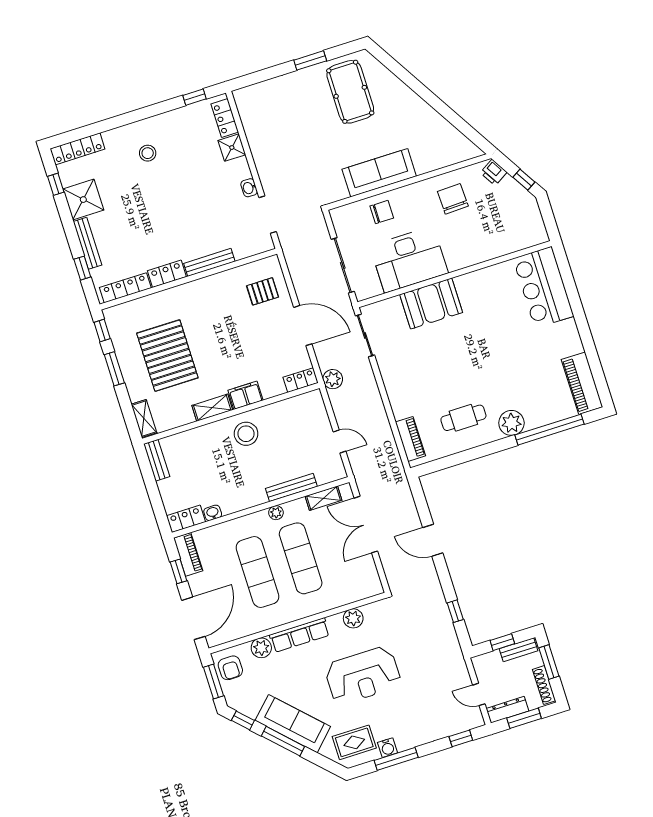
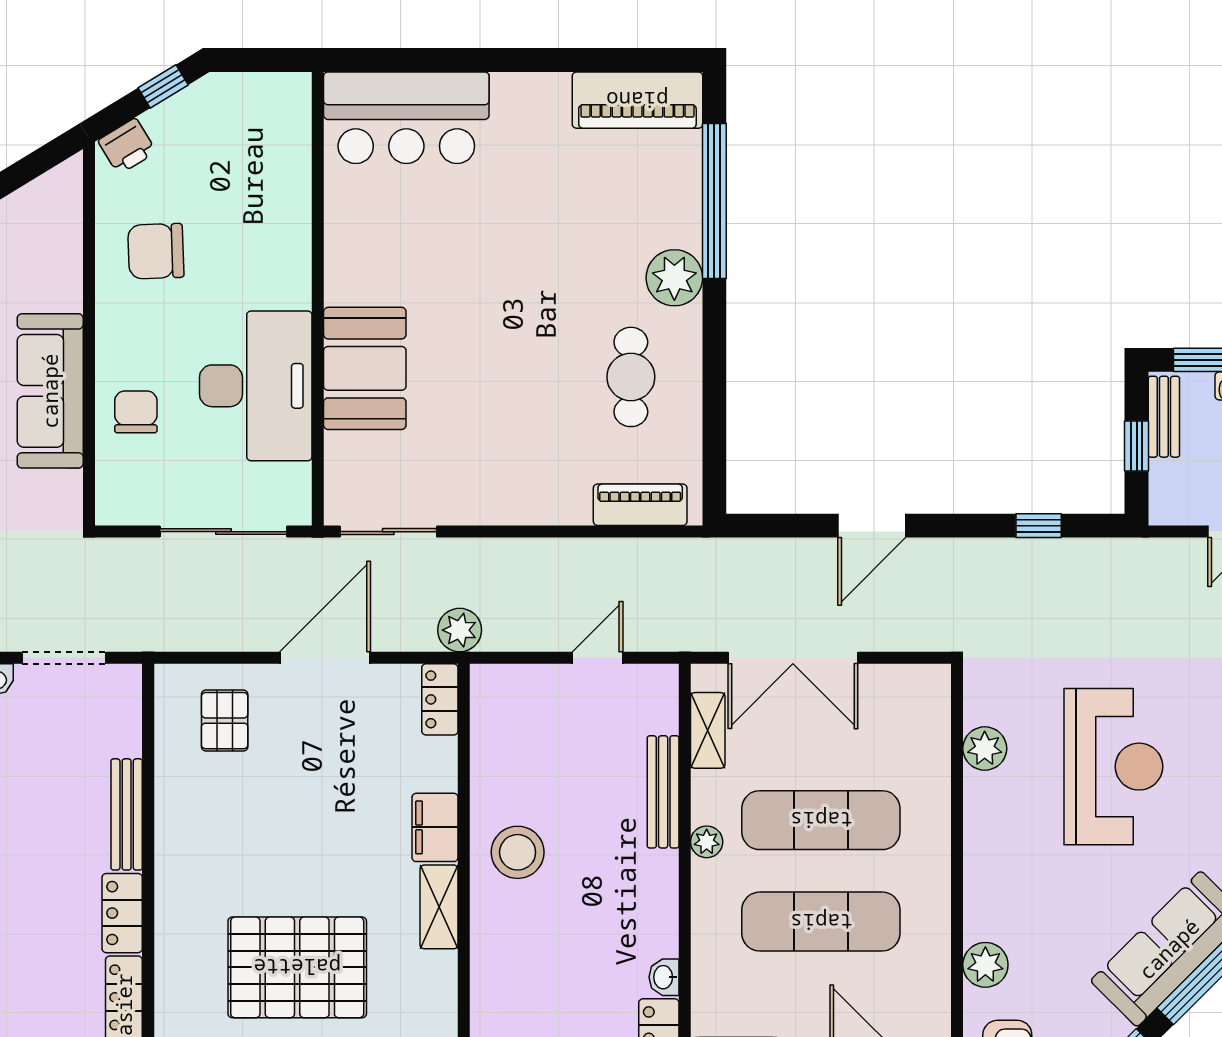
row of seats: (300, 635) -> (984, 874), removed

